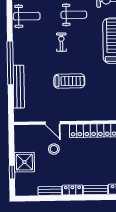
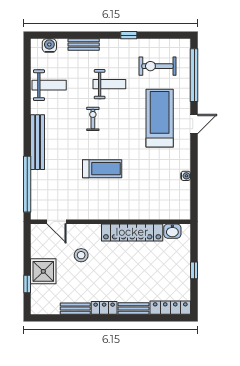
window: (10, 63) -> (27, 184), moved
bench: (19, 87) -> (38, 142), moved
door: (53, 123) -> (56, 222), moved

